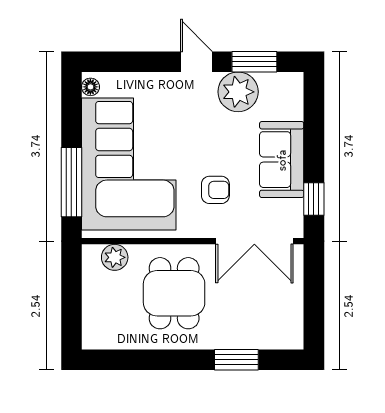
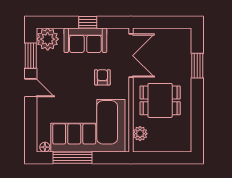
door: (196, 62) -> (31, 88), swing flipped
plant: (238, 92) -> (48, 39), moved
window: (71, 182) -> (72, 158), moved
window: (314, 199) -> (88, 22), moved

